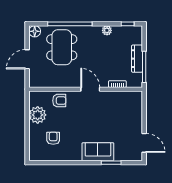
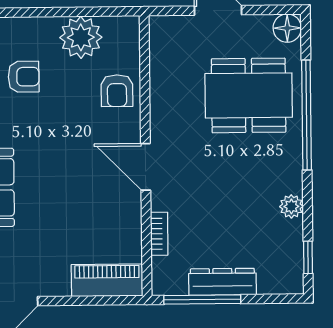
door: (90, 89) -> (146, 167), swing flipped
piano: (136, 105) -> (107, 280), added

